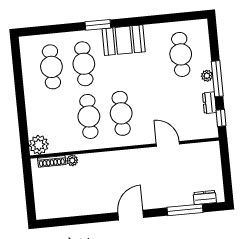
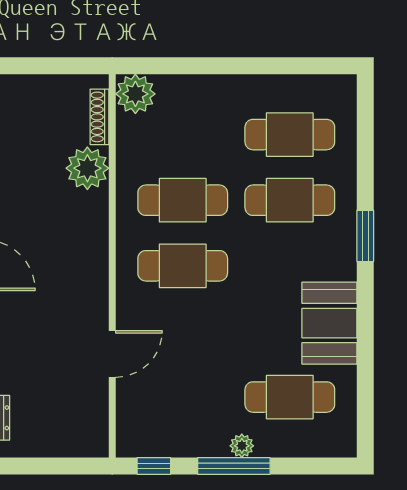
booth: (124, 40) -> (329, 323), moved
dresser: (209, 103) -> (187, 445), removed
plant: (72, 160) -> (87, 168), width x1.88, depth x1.88

